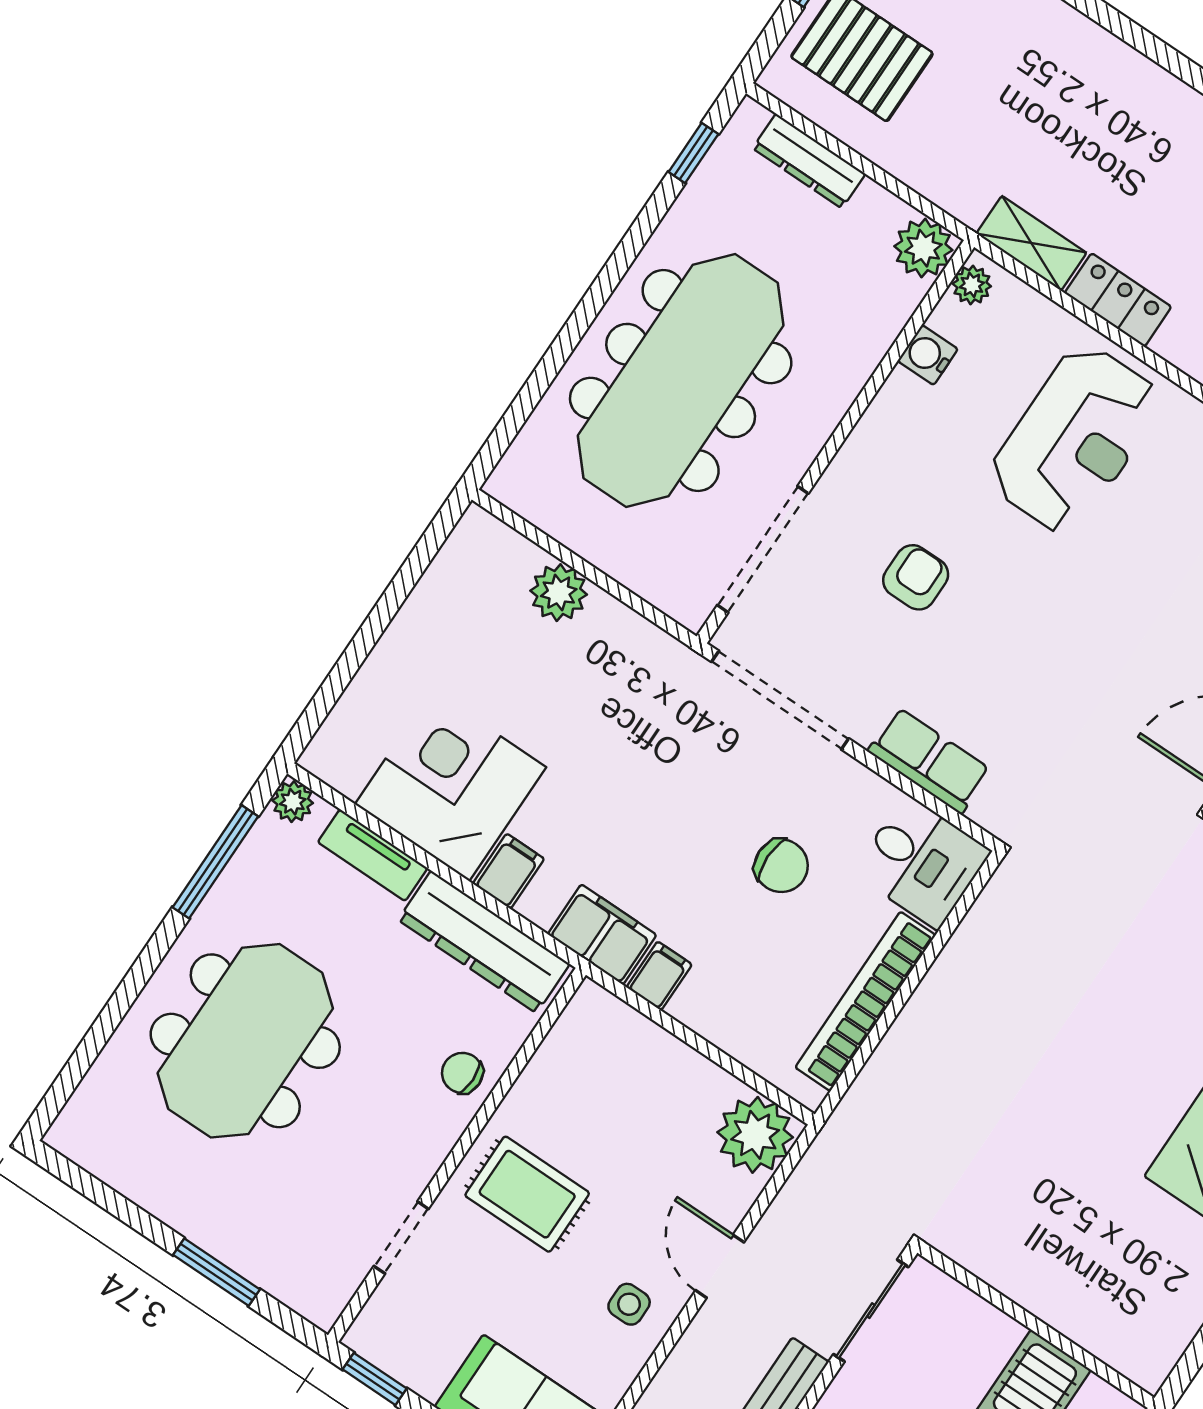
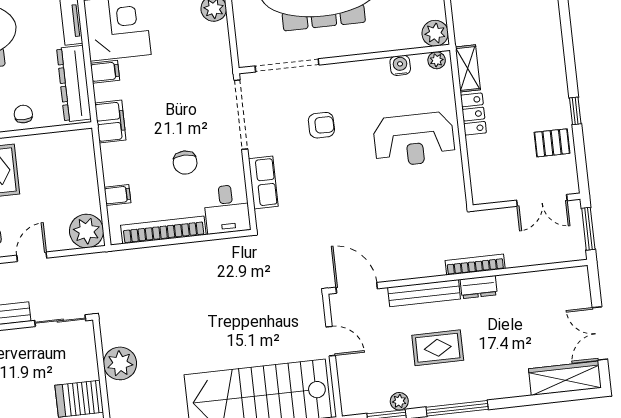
filing cabinet: (659, 976) -> (117, 195), moved
plant: (1031, 1270) -> (120, 363), added

